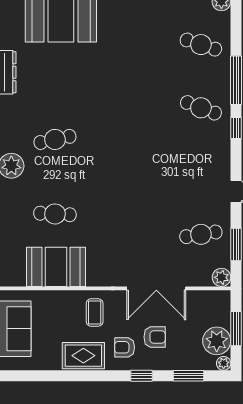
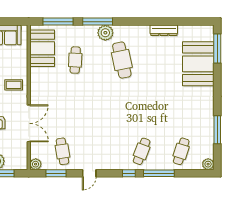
cafe table: (55, 139) -> (122, 60), width x1.37, depth x1.35
booth: (56, 267) -> (42, 48), moved
double door: (156, 288) -> (29, 123), swing flipped

